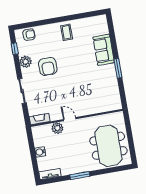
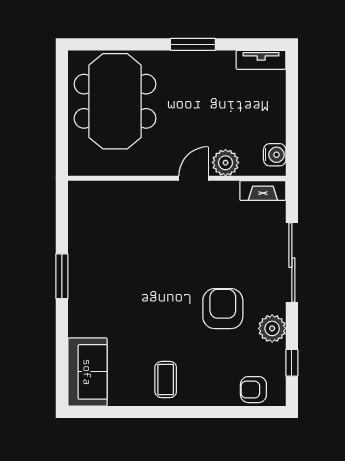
sofa: (104, 50) -> (87, 372), moved
sliding door: (22, 91) -> (292, 263), width x1.37
door: (70, 119) -> (194, 178), swing flipped
water cooler: (40, 152) -> (275, 155), moved

